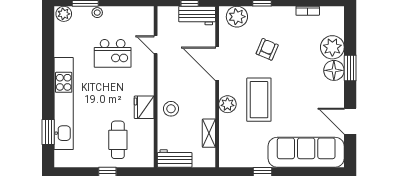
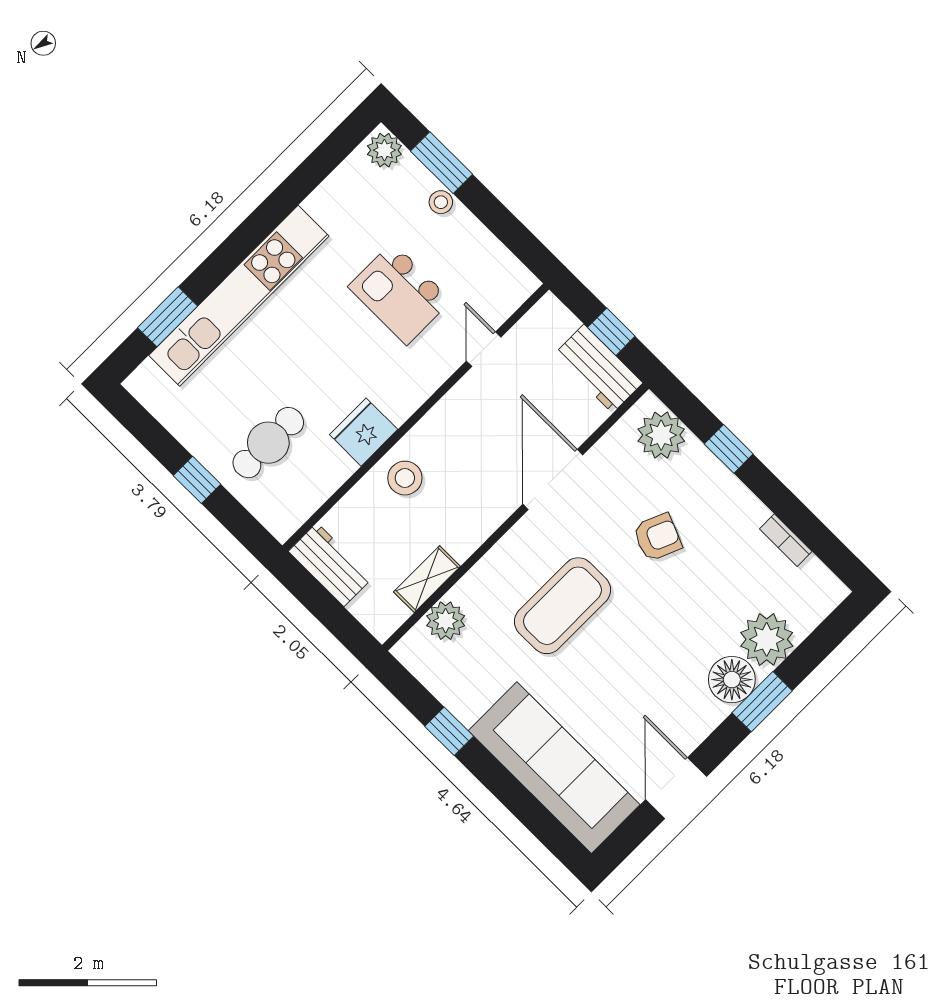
plant: (227, 104) -> (446, 621), moved

